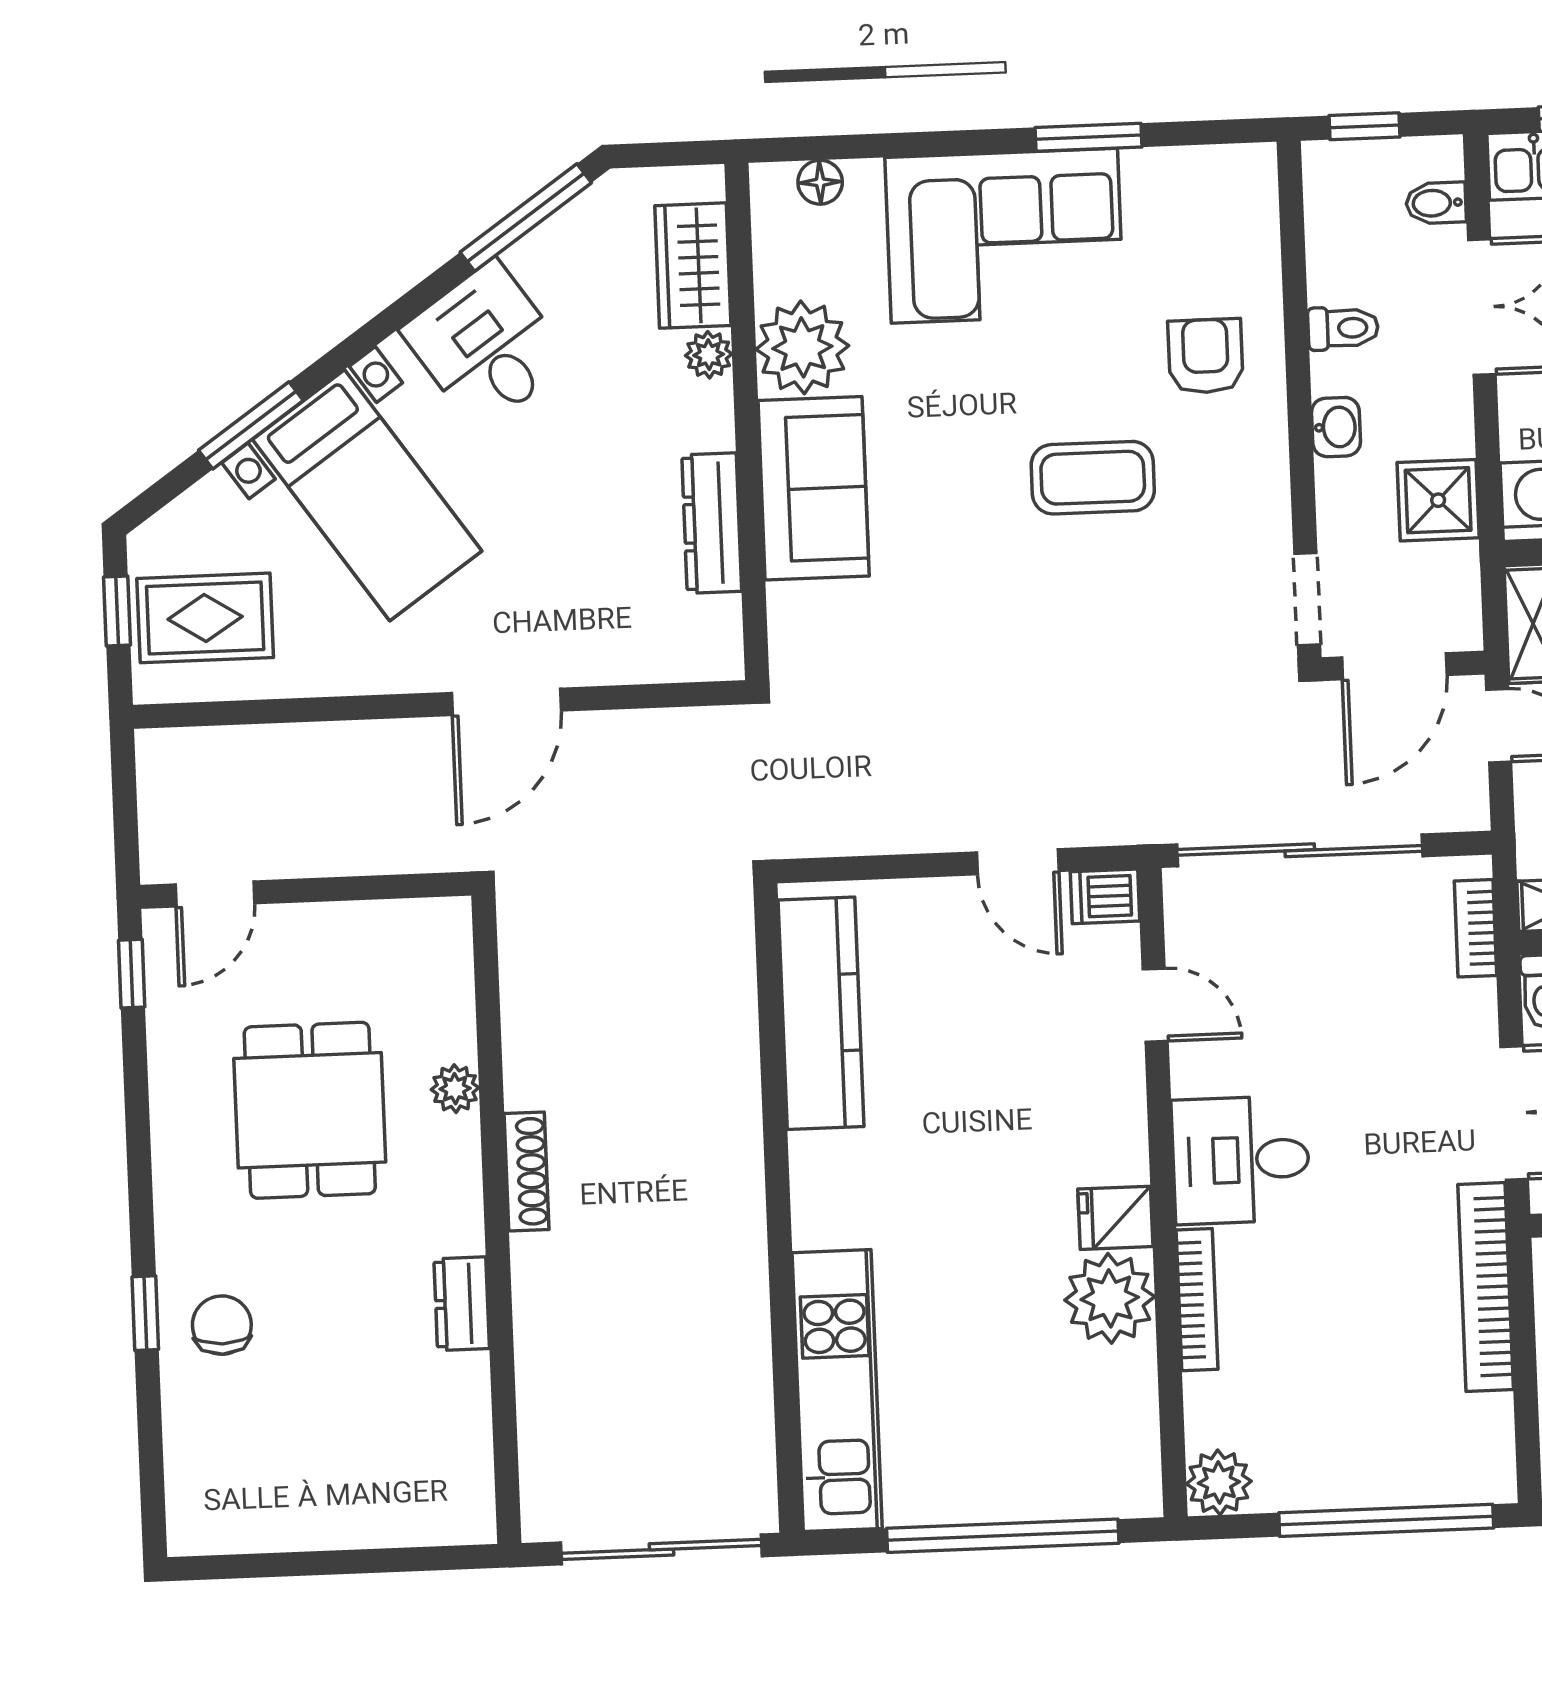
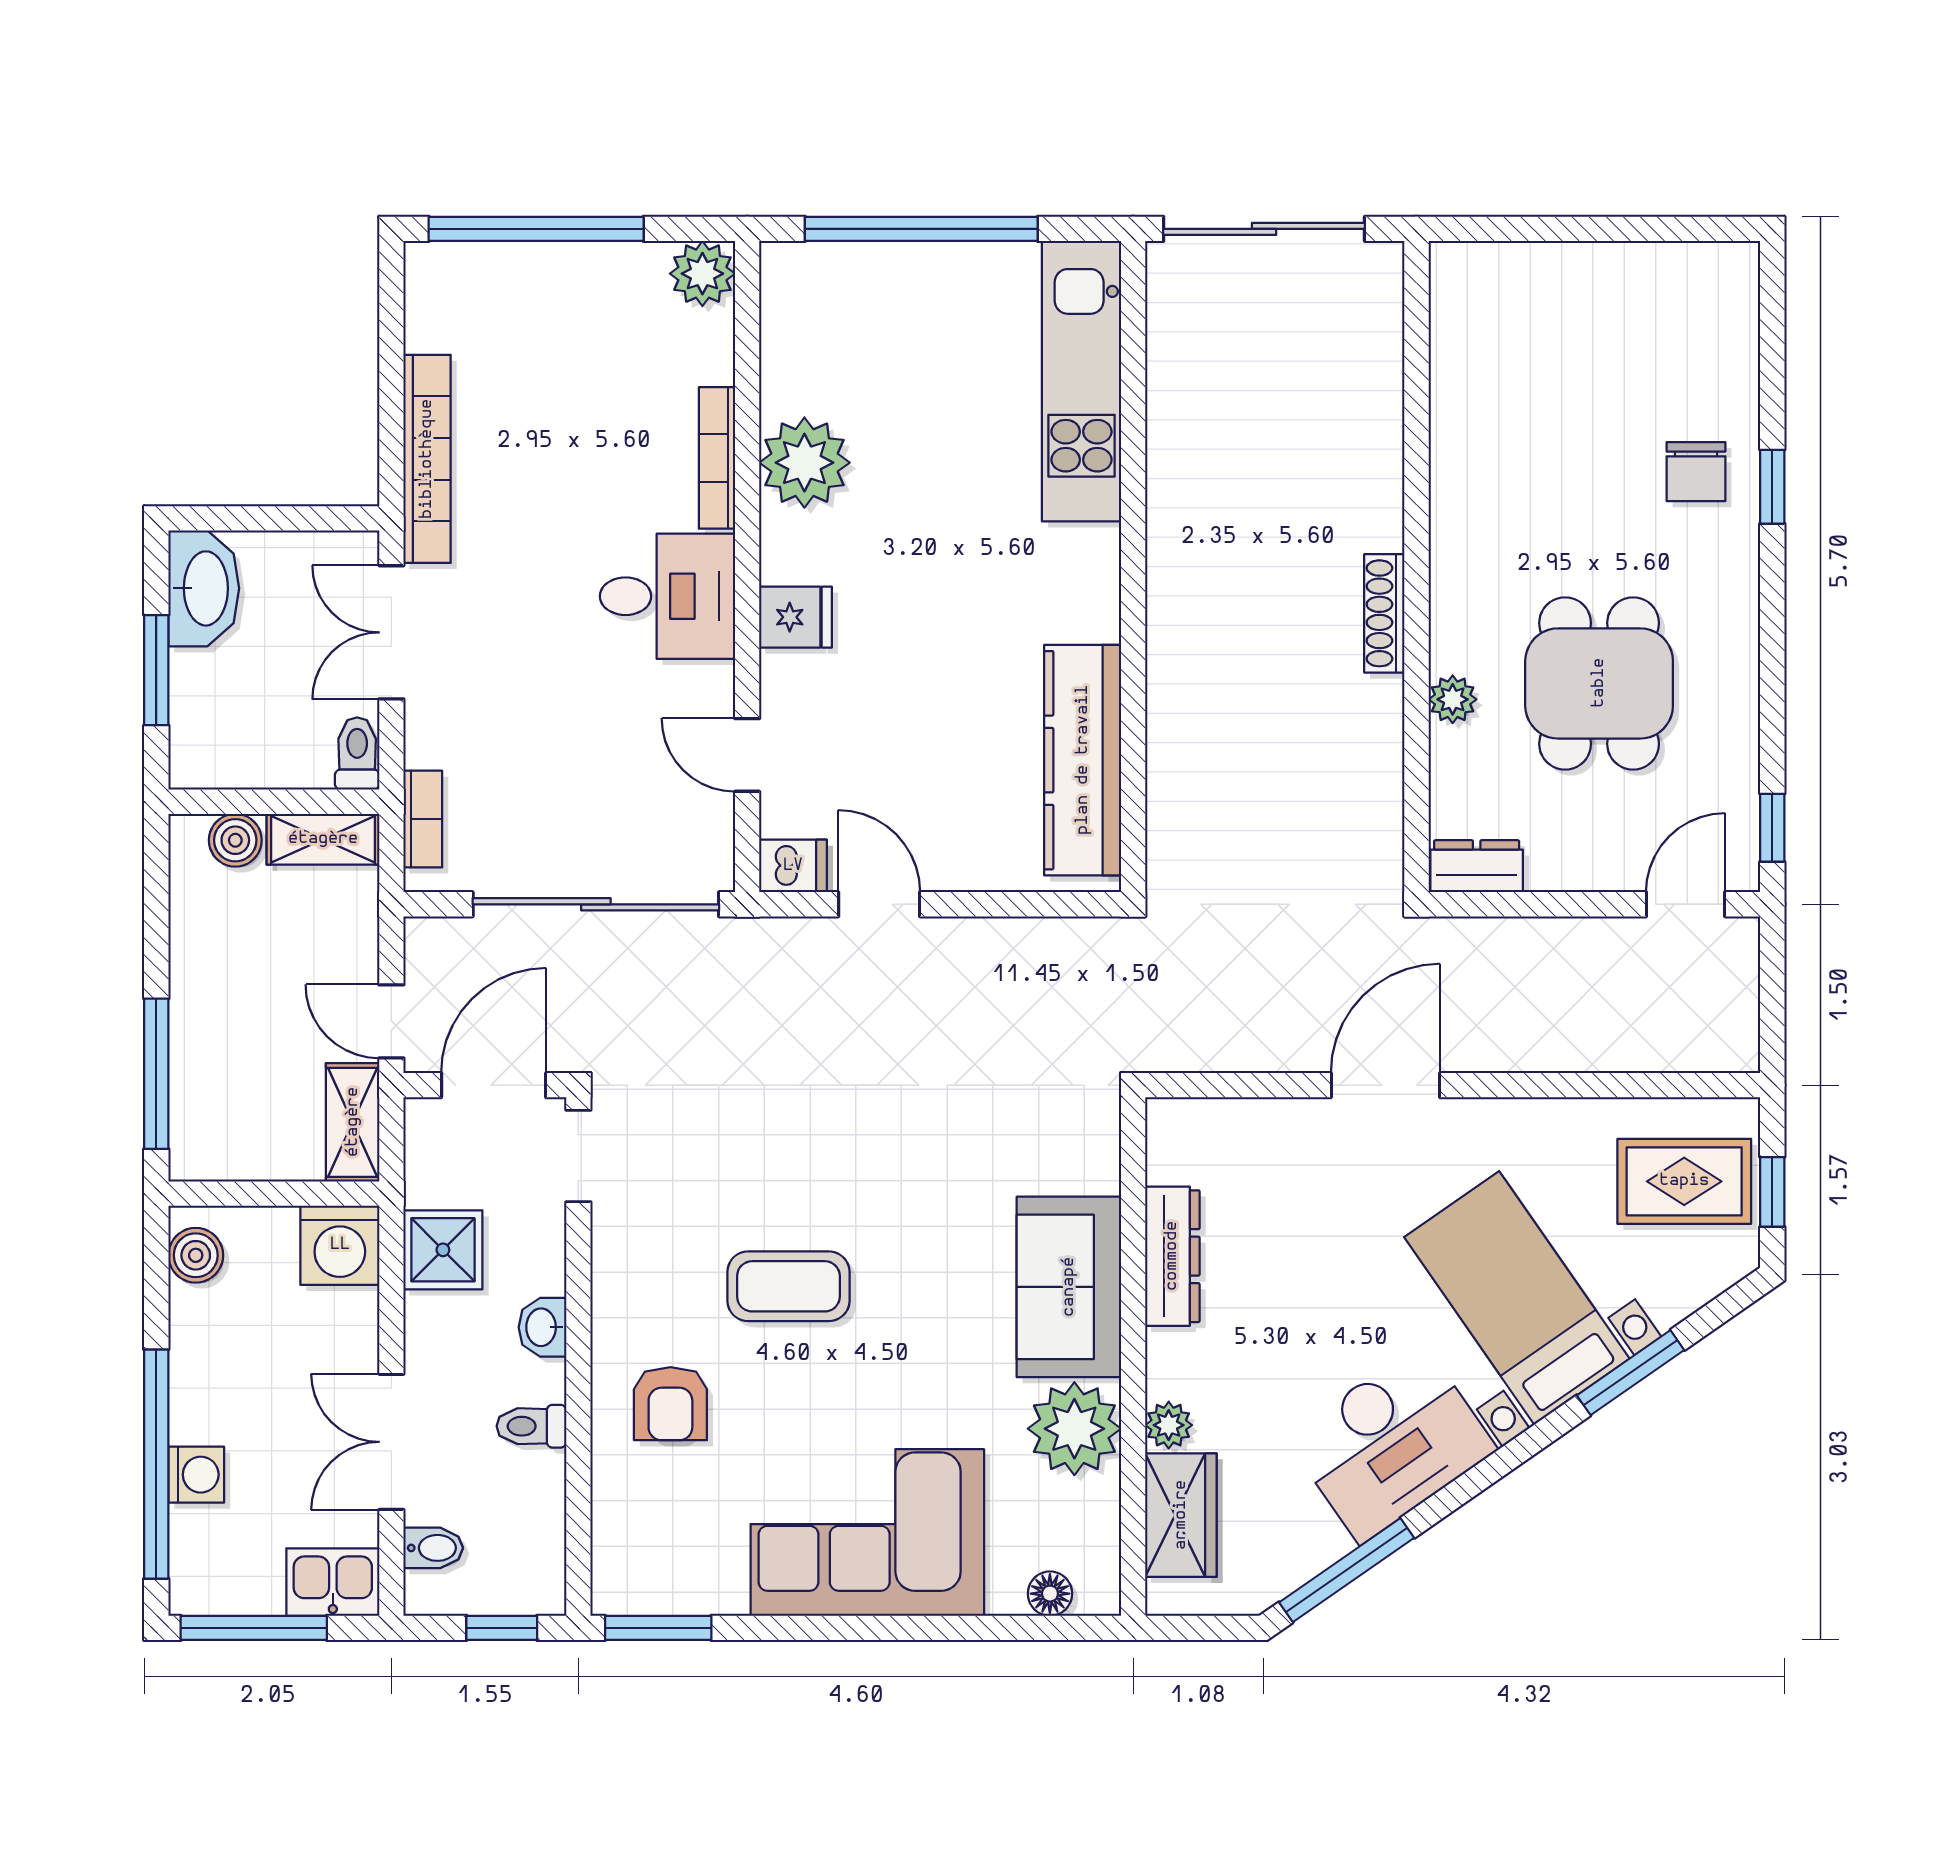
window: (1089, 137) -> (658, 1628), moved
desk: (486, 346) -> (1391, 1443), width x1.37
fridge: (1115, 1218) -> (796, 617), moved
dresser: (462, 1304) -> (1477, 866), moved, turned -90

